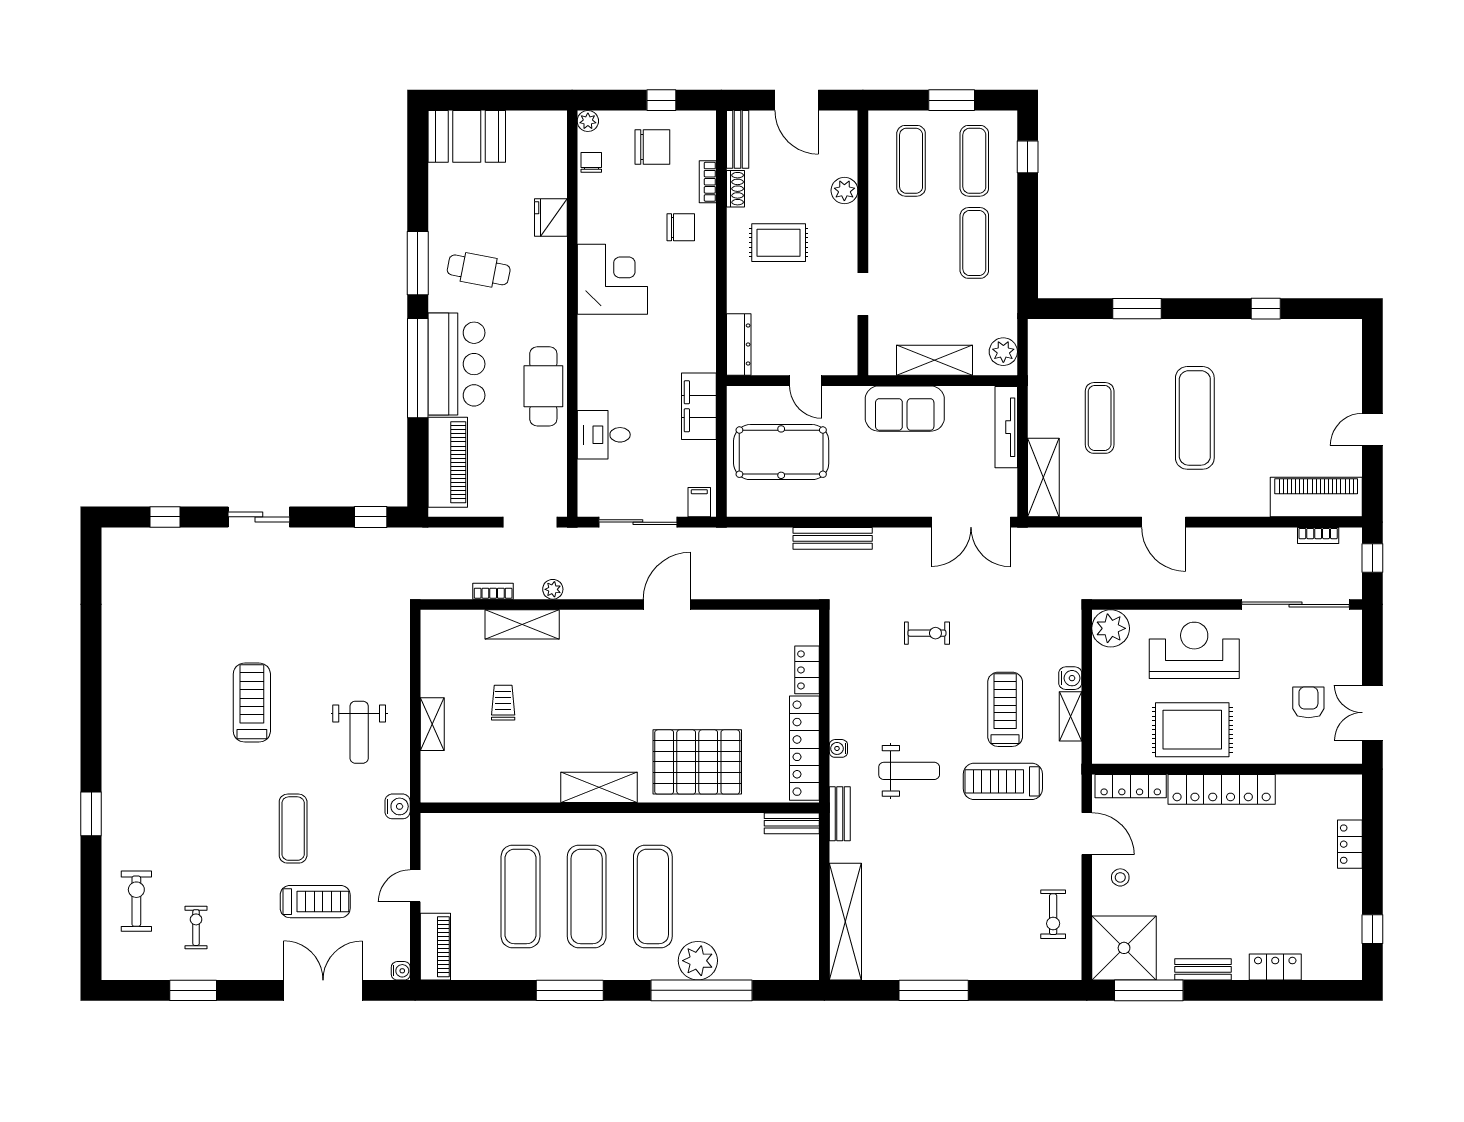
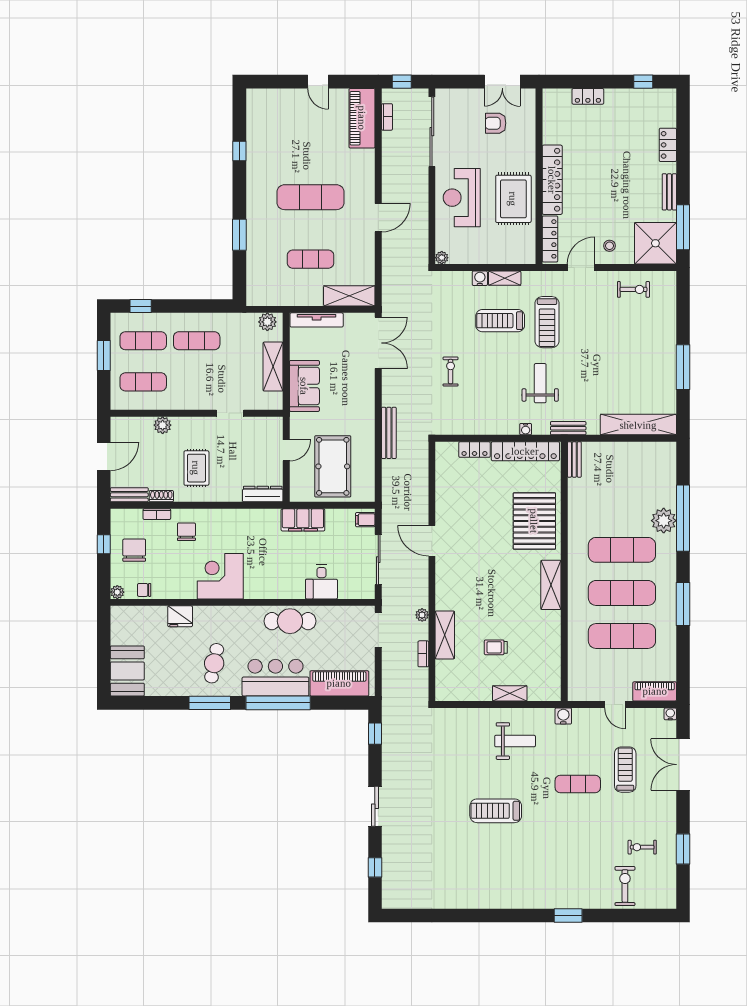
plant: (1111, 628) -> (442, 258), width x0.53, depth x0.53
exercise bike: (136, 901) -> (625, 886), turned 90

